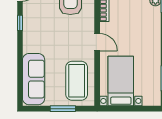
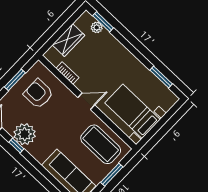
plant: (33, 21) -> (25, 134), added

